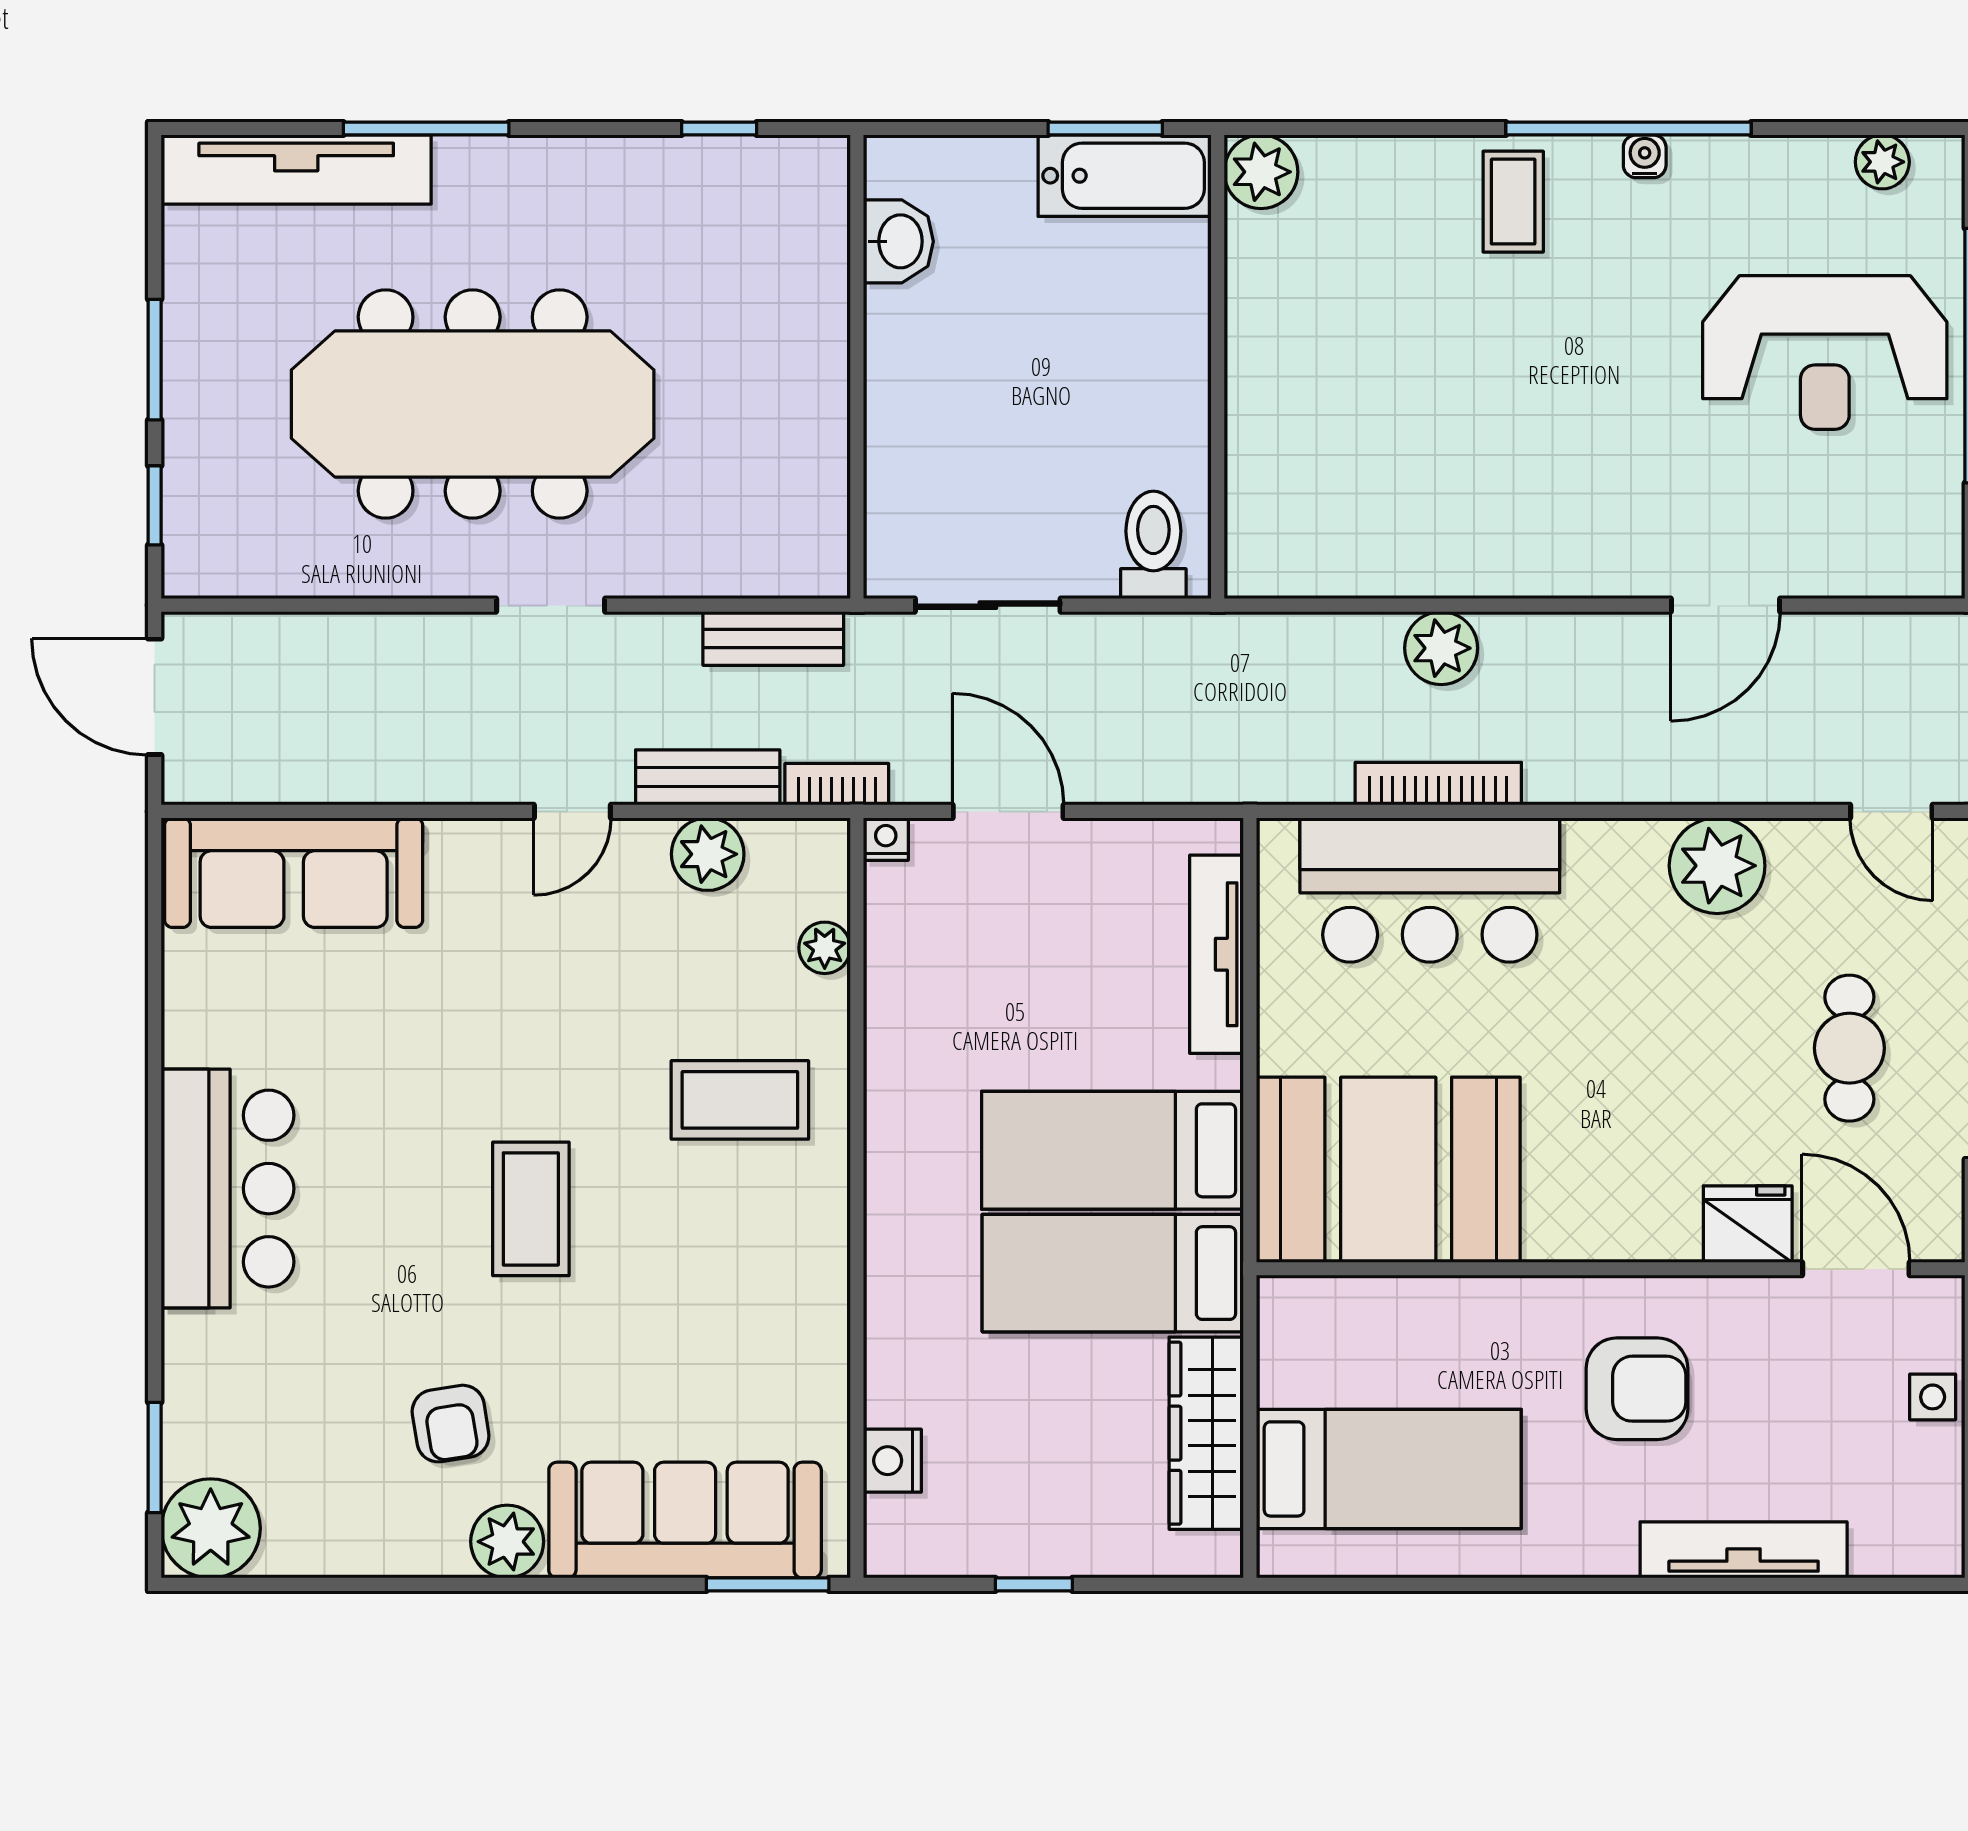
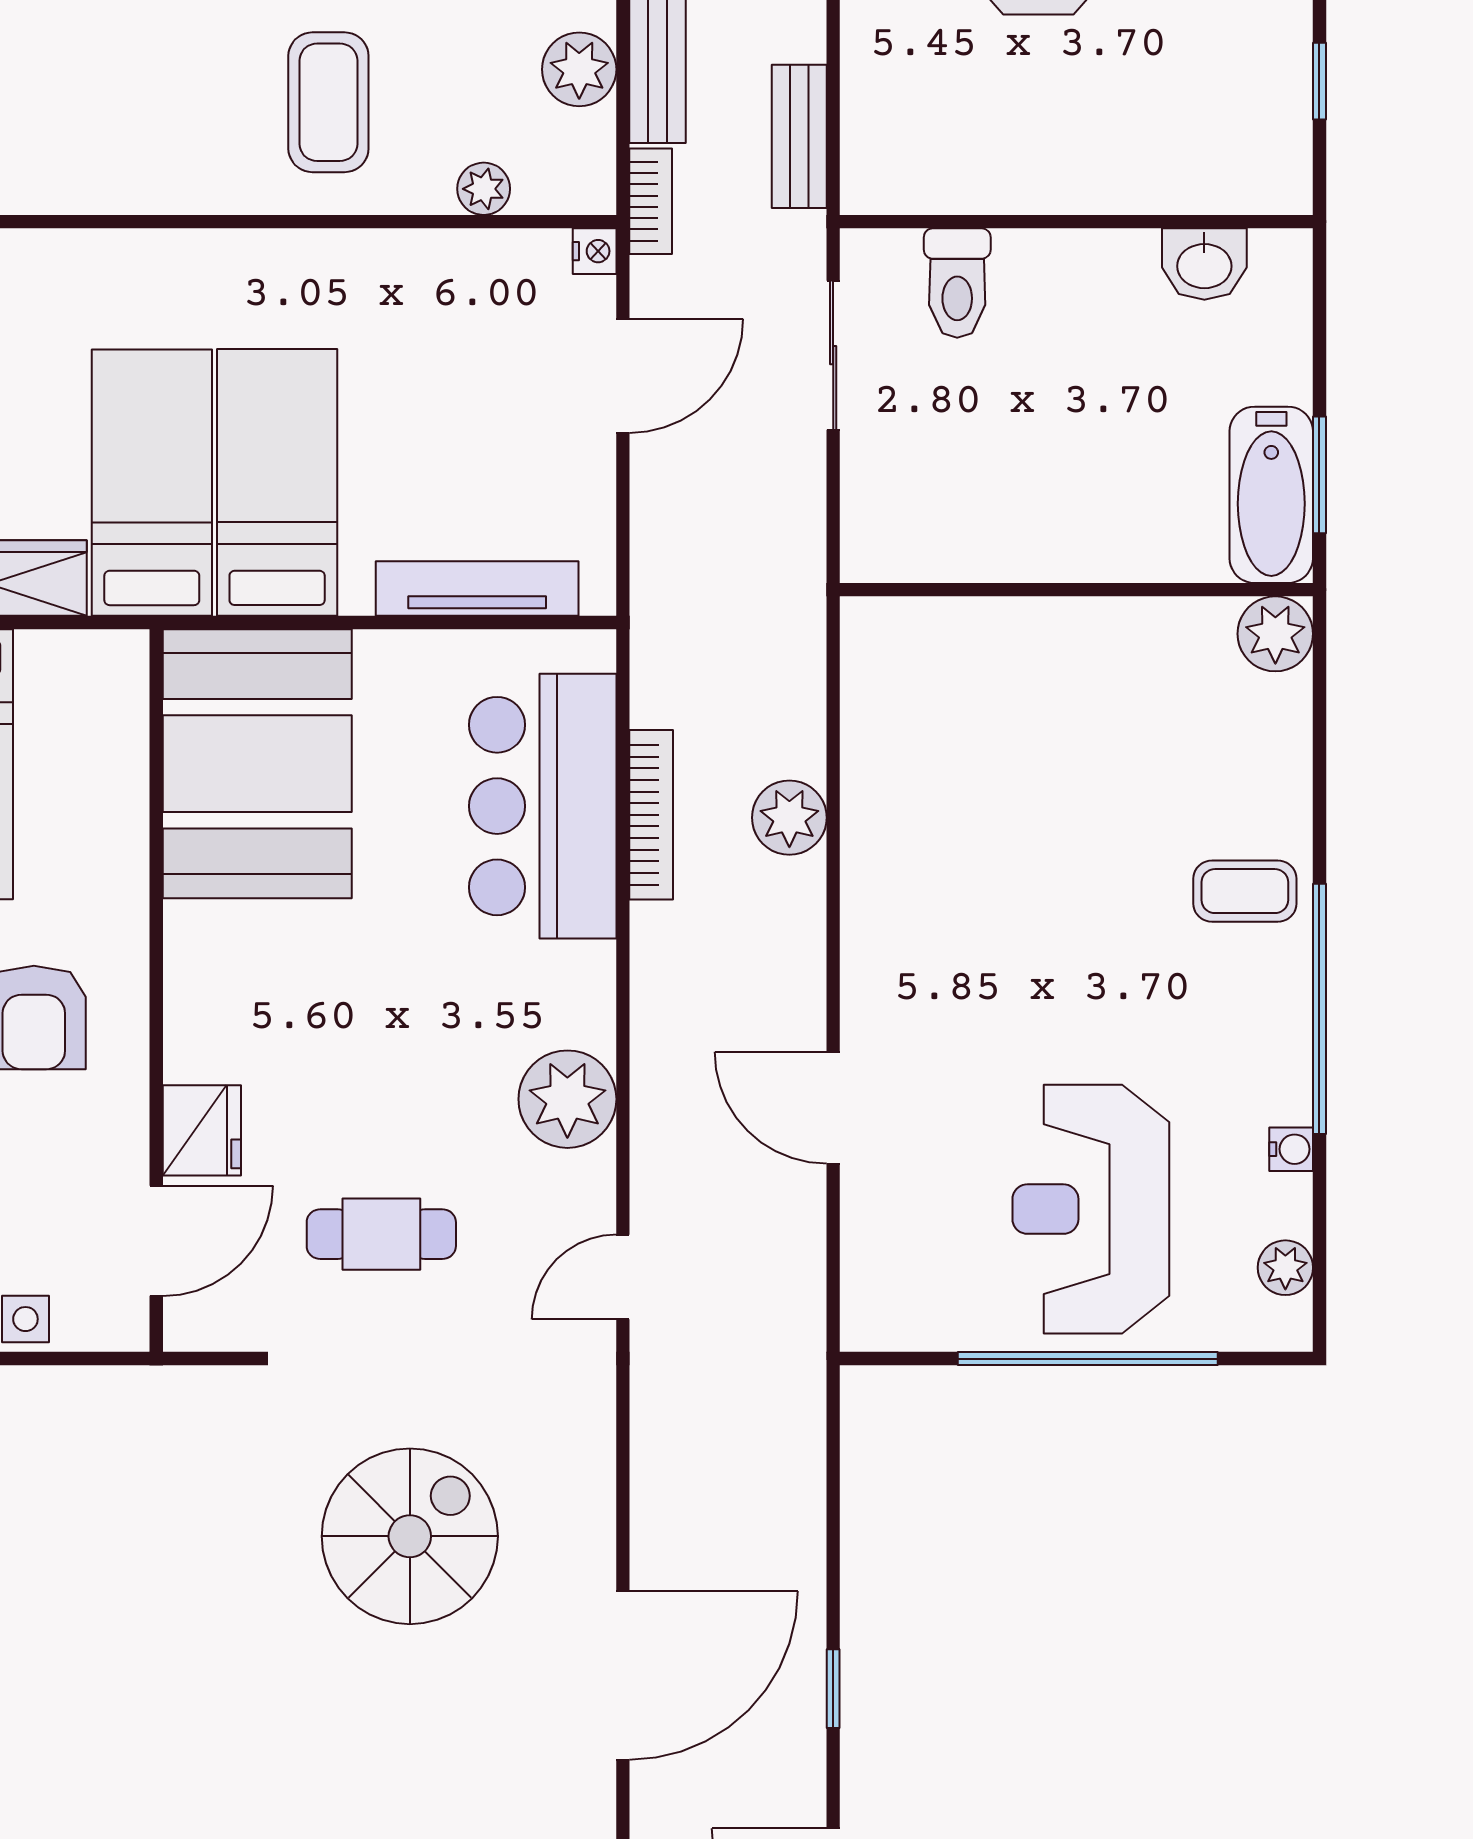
water cooler: (1645, 156) -> (1291, 1149), moved
toilet: (1153, 545) -> (957, 283), moved, turned 90

